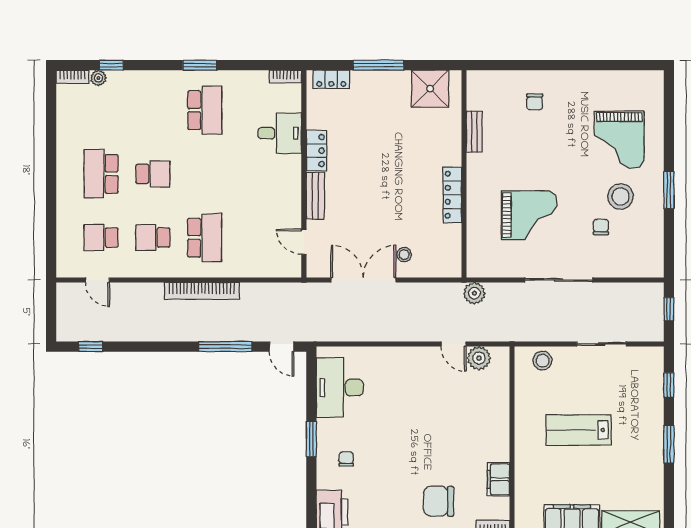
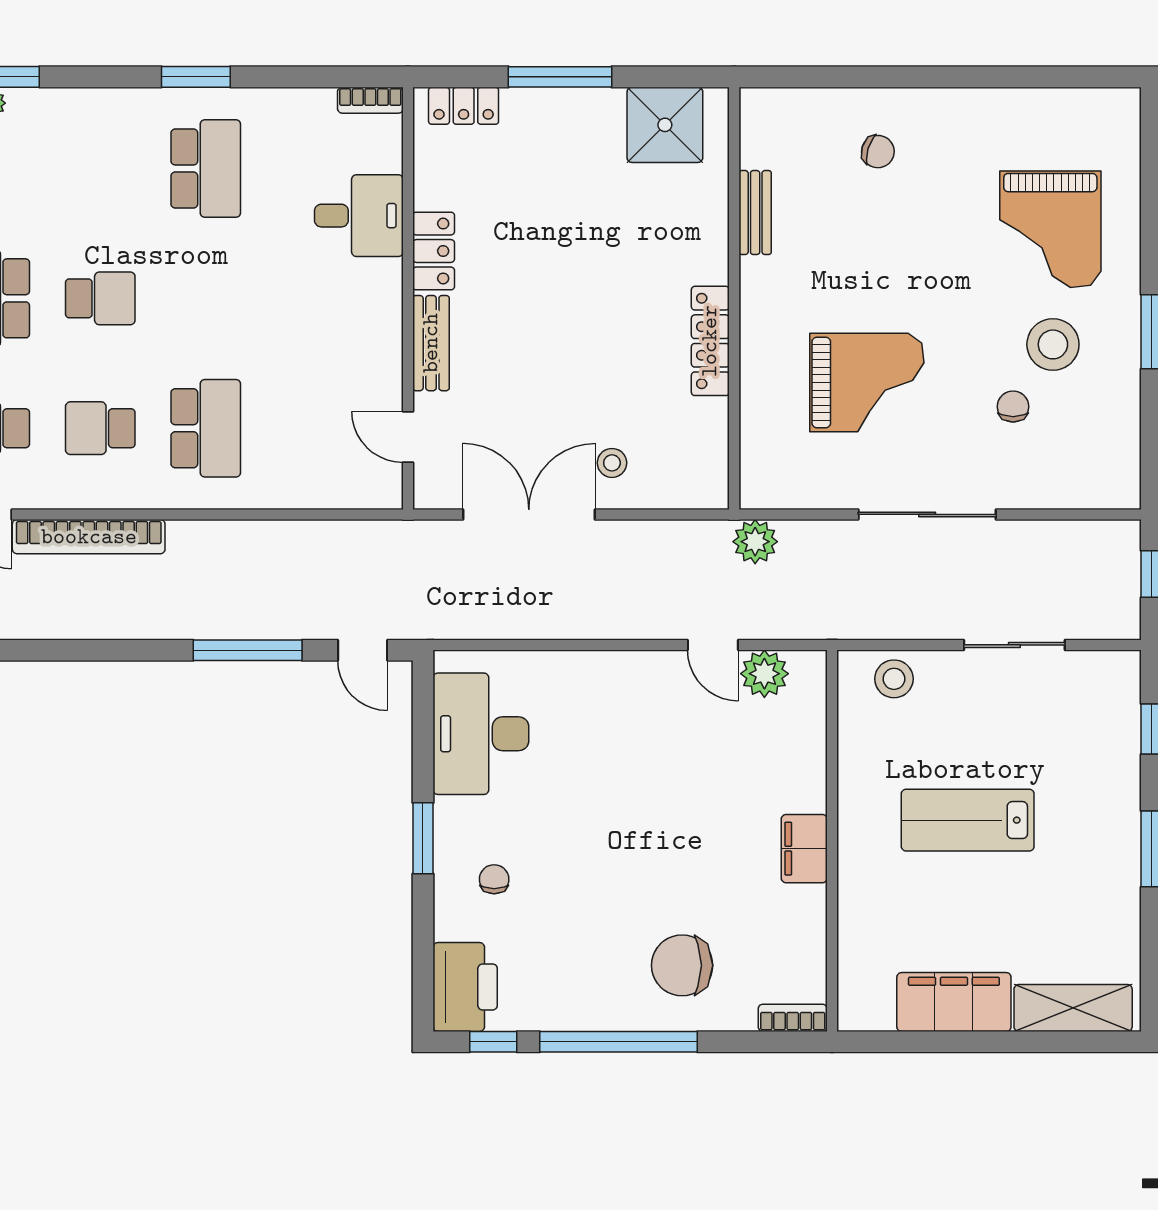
chair: (535, 102) -> (878, 152), turned -73
bookcase: (202, 291) -> (89, 537), moved
filing cabinet: (498, 479) -> (804, 849), moved

